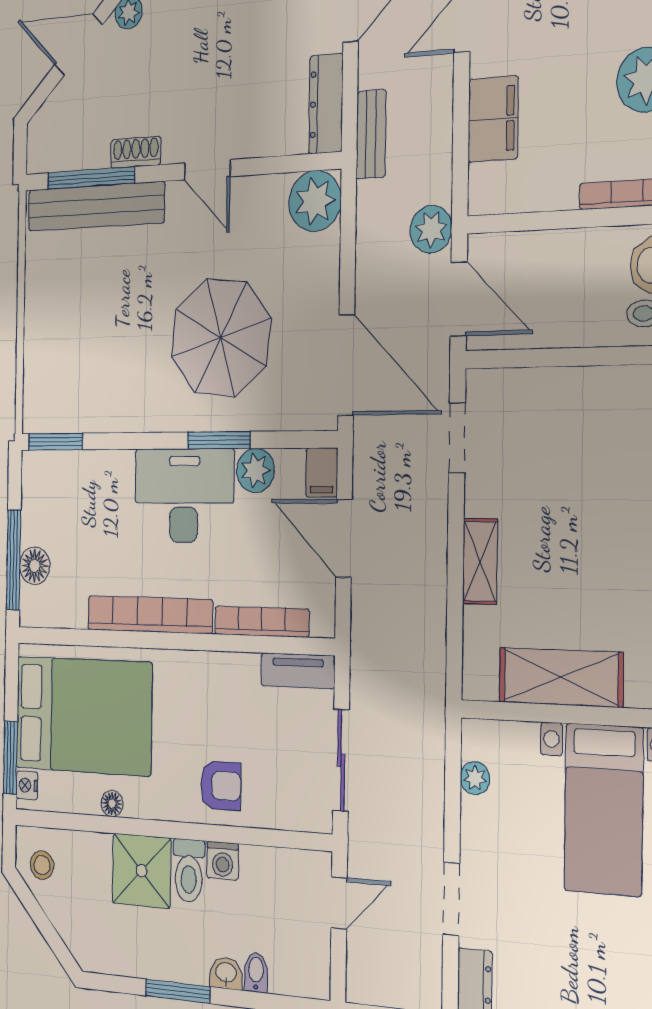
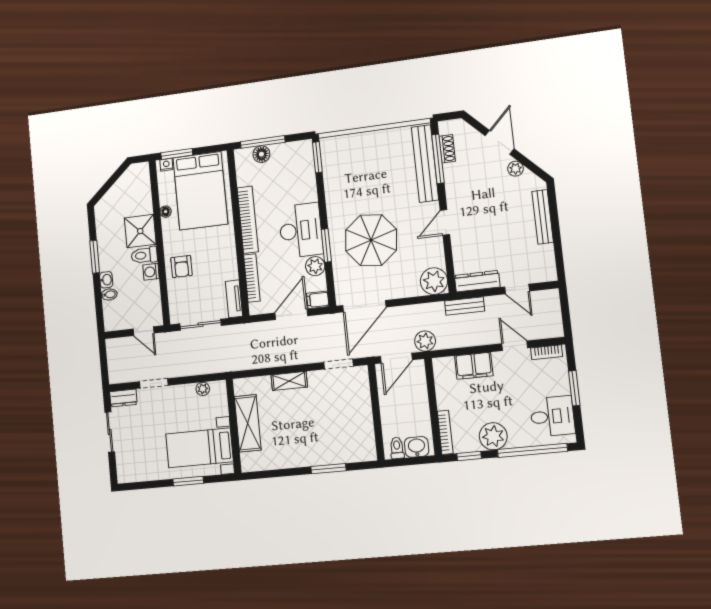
shoe rack: (136, 152) -> (447, 149), moved
stool: (42, 865) -> (134, 178), removed

